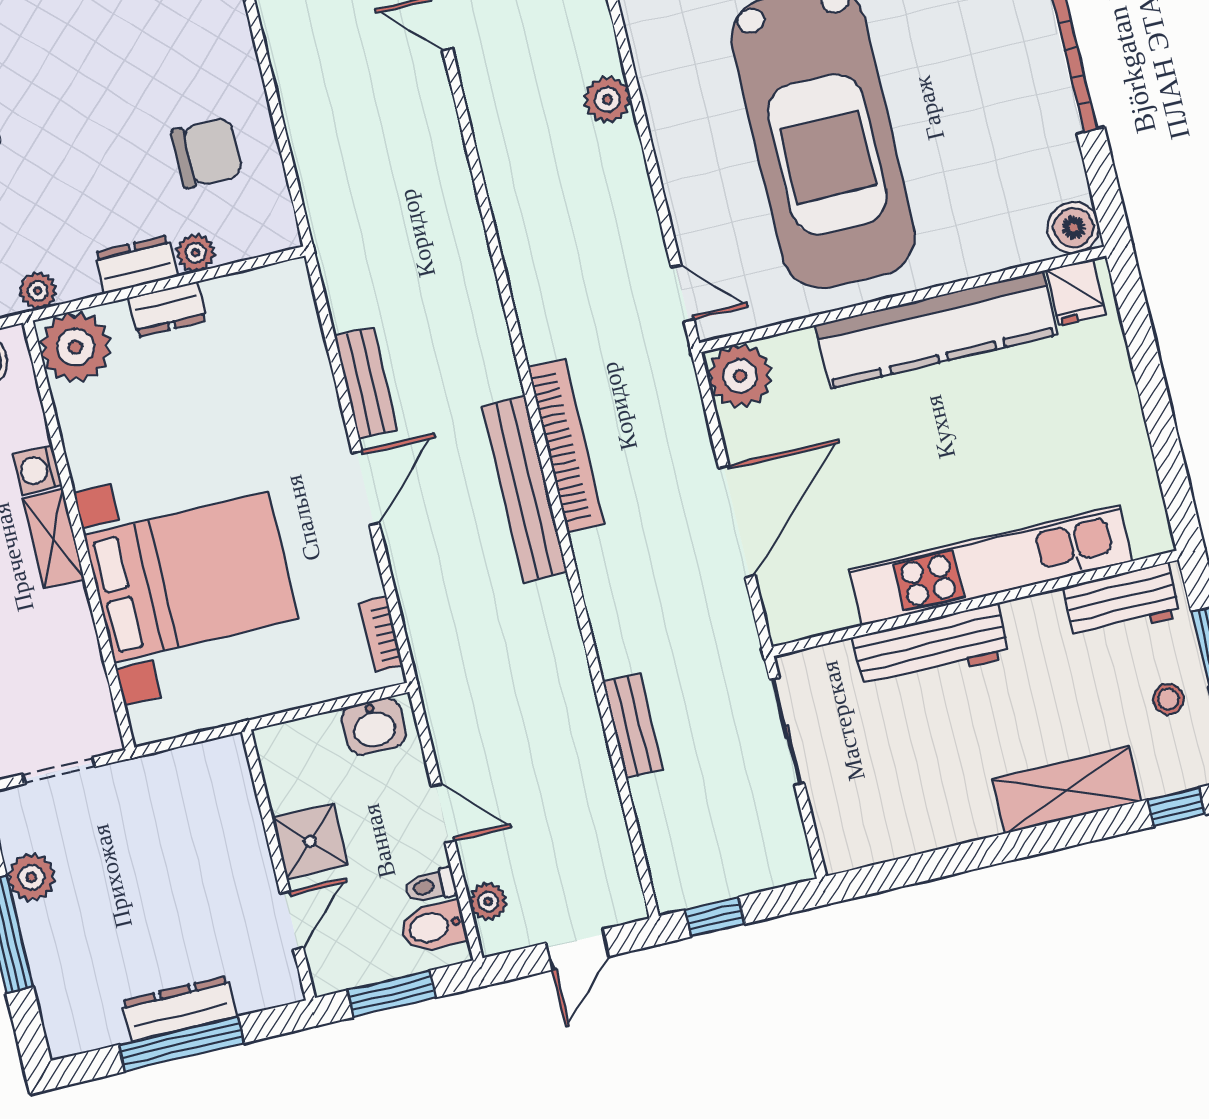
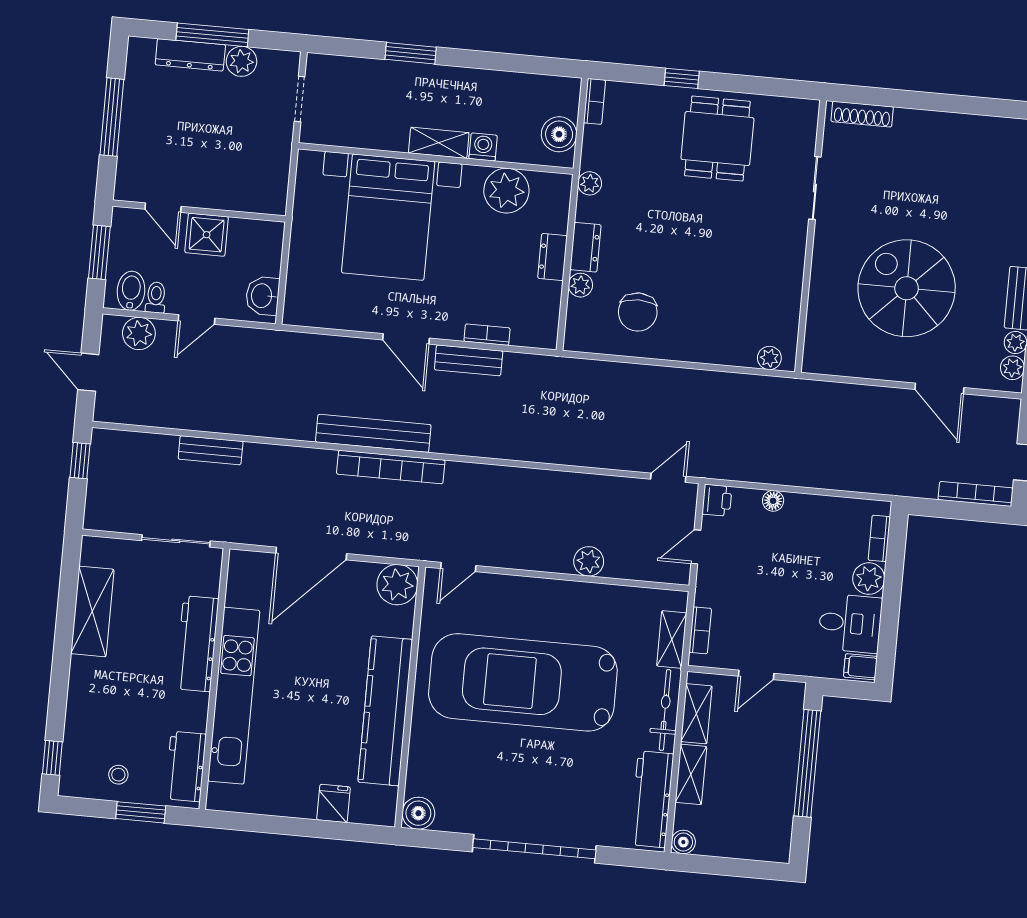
fridge: (1076, 292) -> (334, 803), moved, turned 90
plant: (75, 347) -> (506, 191), moved
door: (737, 521) -> (311, 553), hinge flipped
bookcase: (381, 634) -> (487, 335), moved
shelving: (1067, 790) -> (92, 611), moved
plant: (488, 902) -> (139, 333), width x1.38, depth x1.38
dresser: (179, 1009) -> (190, 55), moved, turned 90

